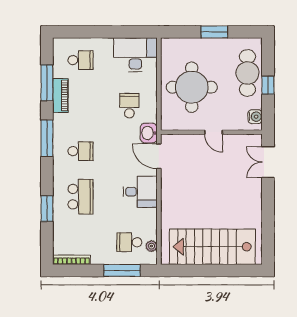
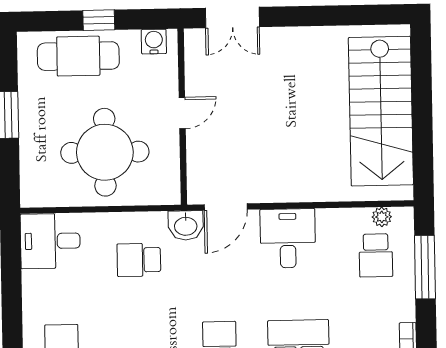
desk: (135, 55) -> (50, 241), width x0.73

